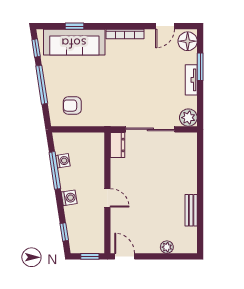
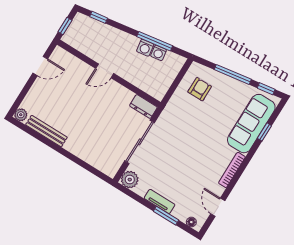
floor lamp: (188, 41) -> (191, 222), width x0.53, depth x0.53
washing machine: (69, 198) -> (145, 48), moved
bench: (191, 210) -> (46, 131), width x1.36
plant: (167, 247) -> (21, 115), moved
door: (125, 256) -> (40, 66), moved

